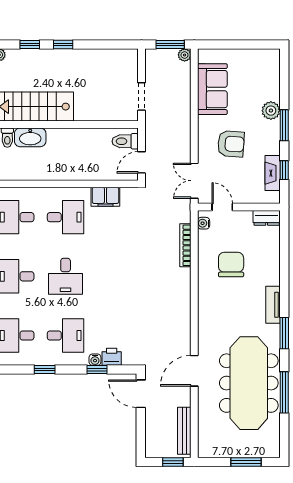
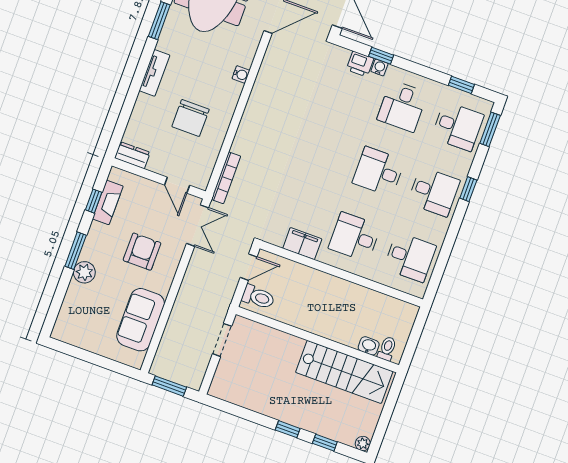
plant: (185, 55) -> (158, 369), removed
washbasin: (30, 137) -> (369, 346), width x0.52, depth x0.69
armchair: (231, 144) -> (142, 252), turned 86
water cooler: (204, 223) -> (241, 74), moved
bookcase: (185, 245) -> (226, 178), moved
desk: (66, 276) -> (378, 172), turned -90
tv unit: (273, 305) -> (154, 73), moved
desk: (66, 335) -> (402, 106), turned -90
window: (45, 370) -> (461, 85), moved

